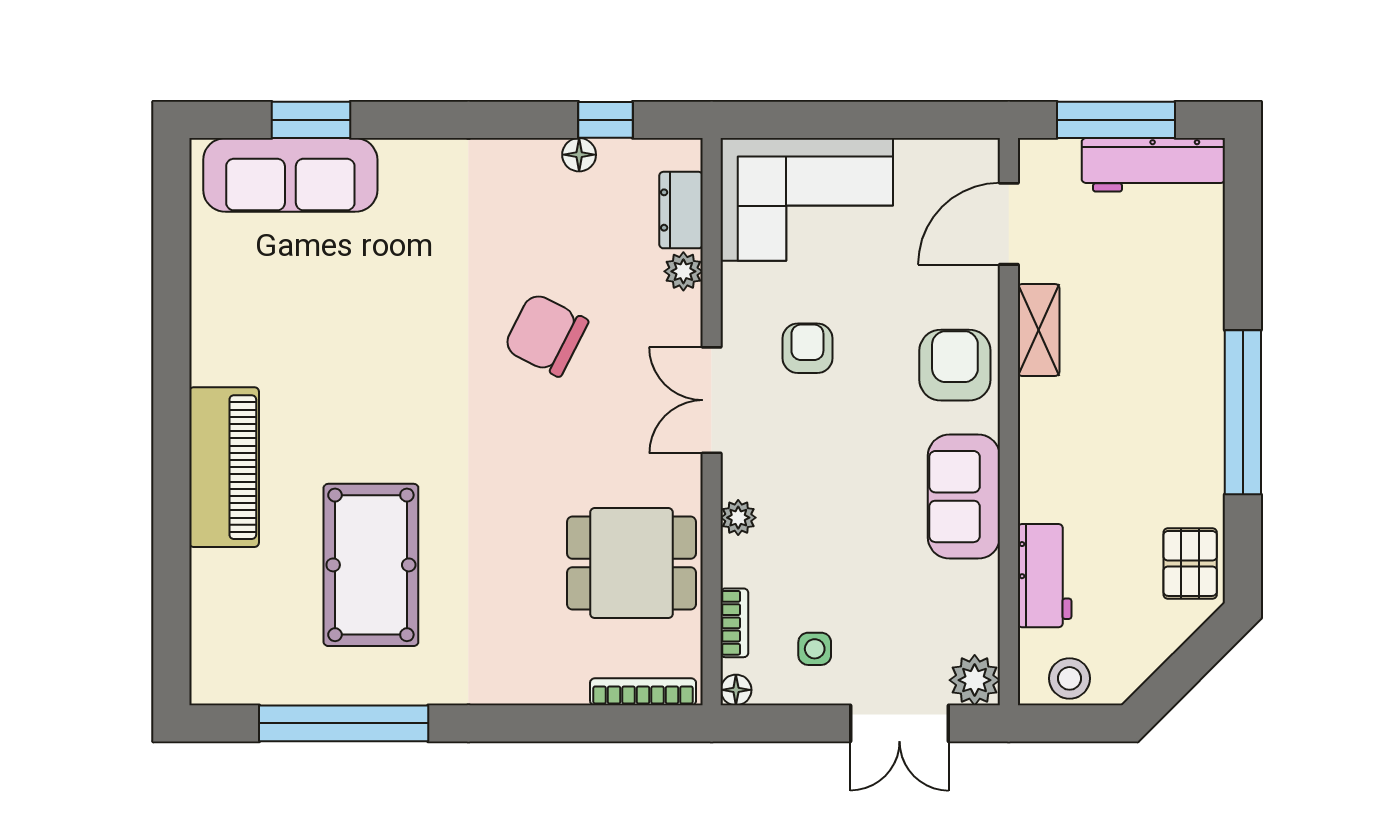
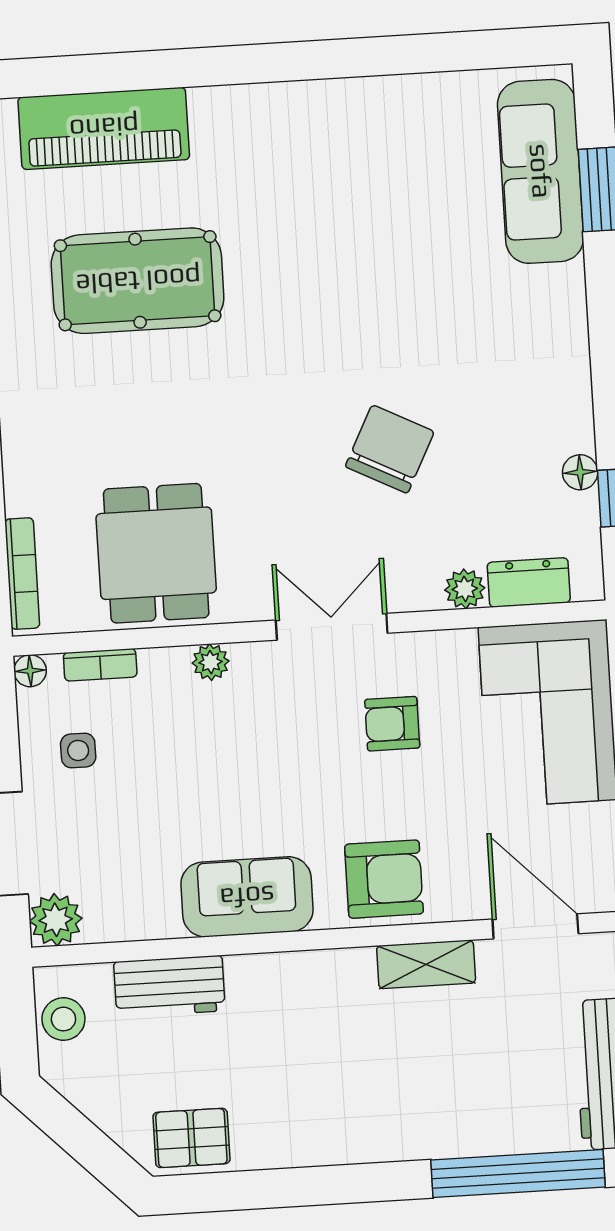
armchair: (807, 348) -> (392, 724), turned 180
window: (1243, 412) -> (518, 1173), moved
piano: (224, 467) -> (104, 128), moved

